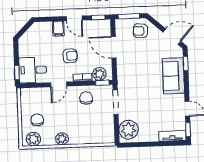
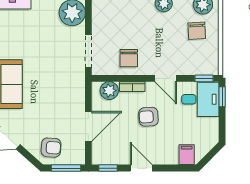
filing cabinet: (58, 29) -> (187, 155), moved
door: (114, 47) -> (88, 126), hinge flipped
window: (102, 83) -> (204, 78), moved
door: (59, 84) -> (166, 78), swing flipped

